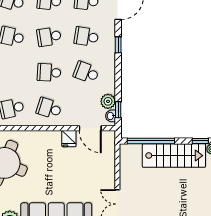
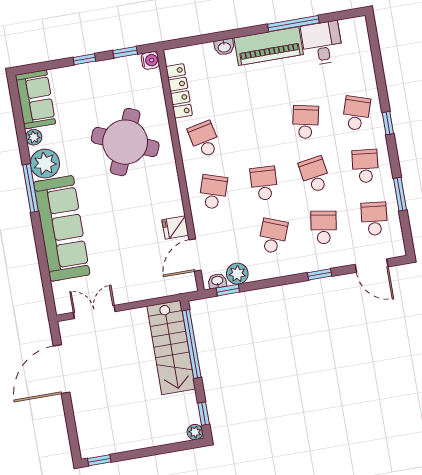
stairs: (174, 156) -> (171, 347), moved

